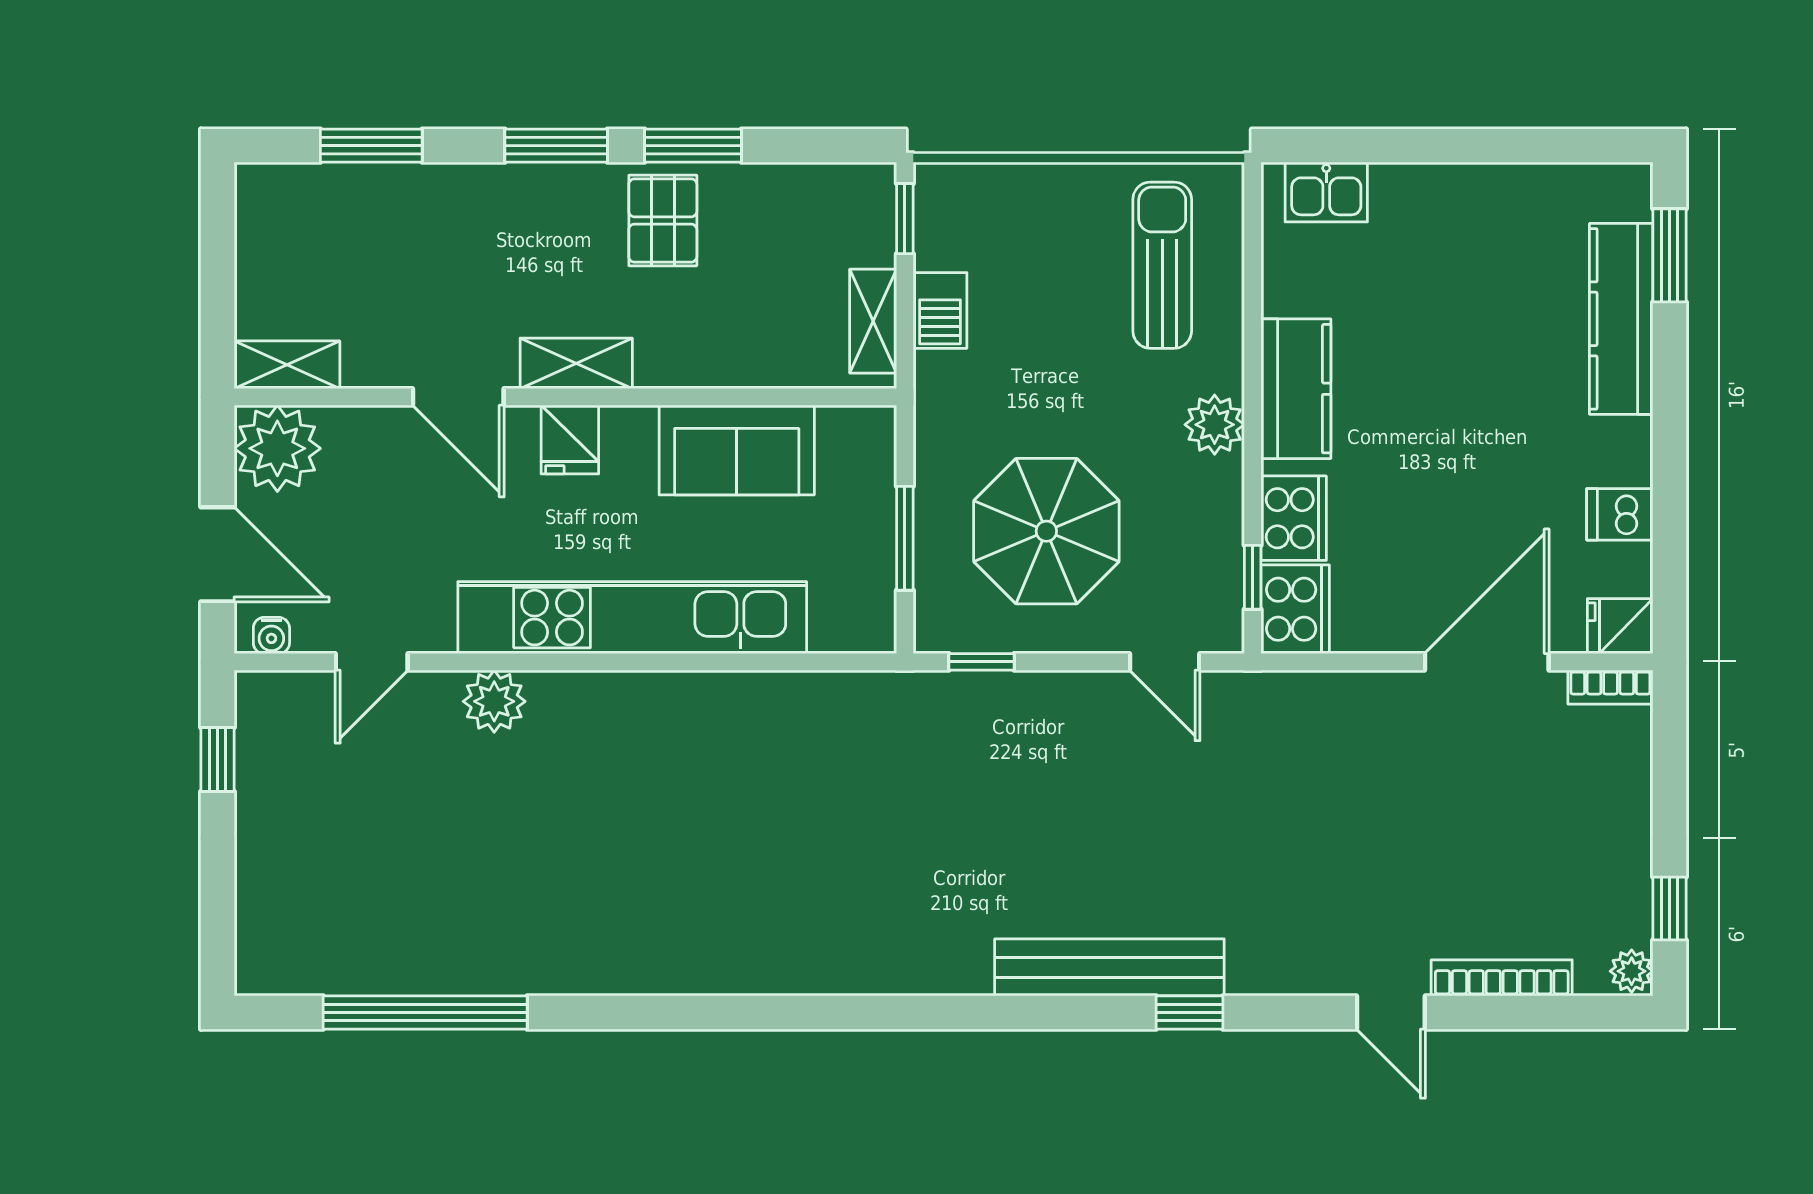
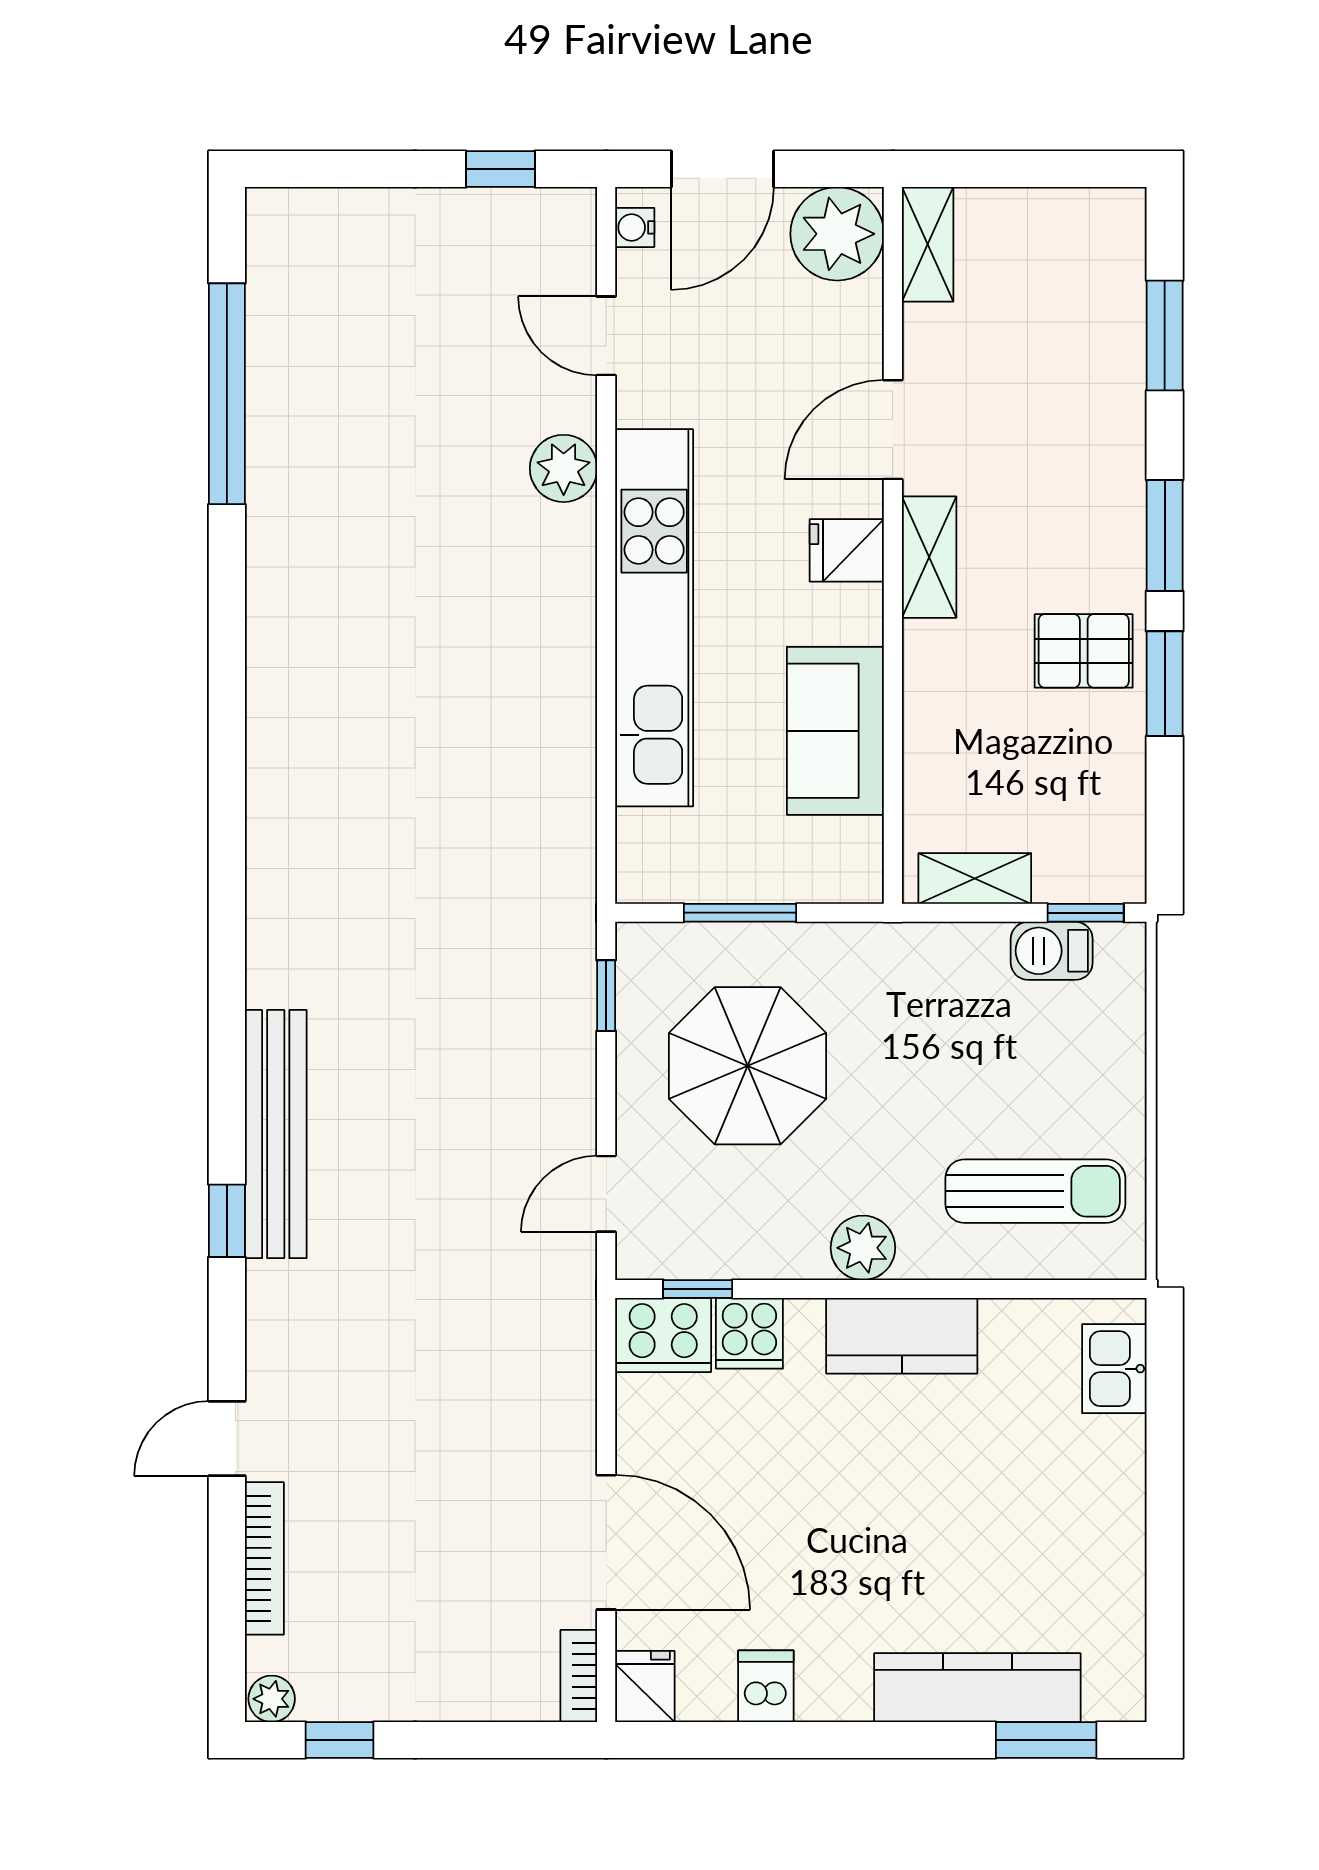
barbecue: (940, 310) -> (1052, 951), moved
cooker: (1294, 518) -> (749, 1333), width x0.73

